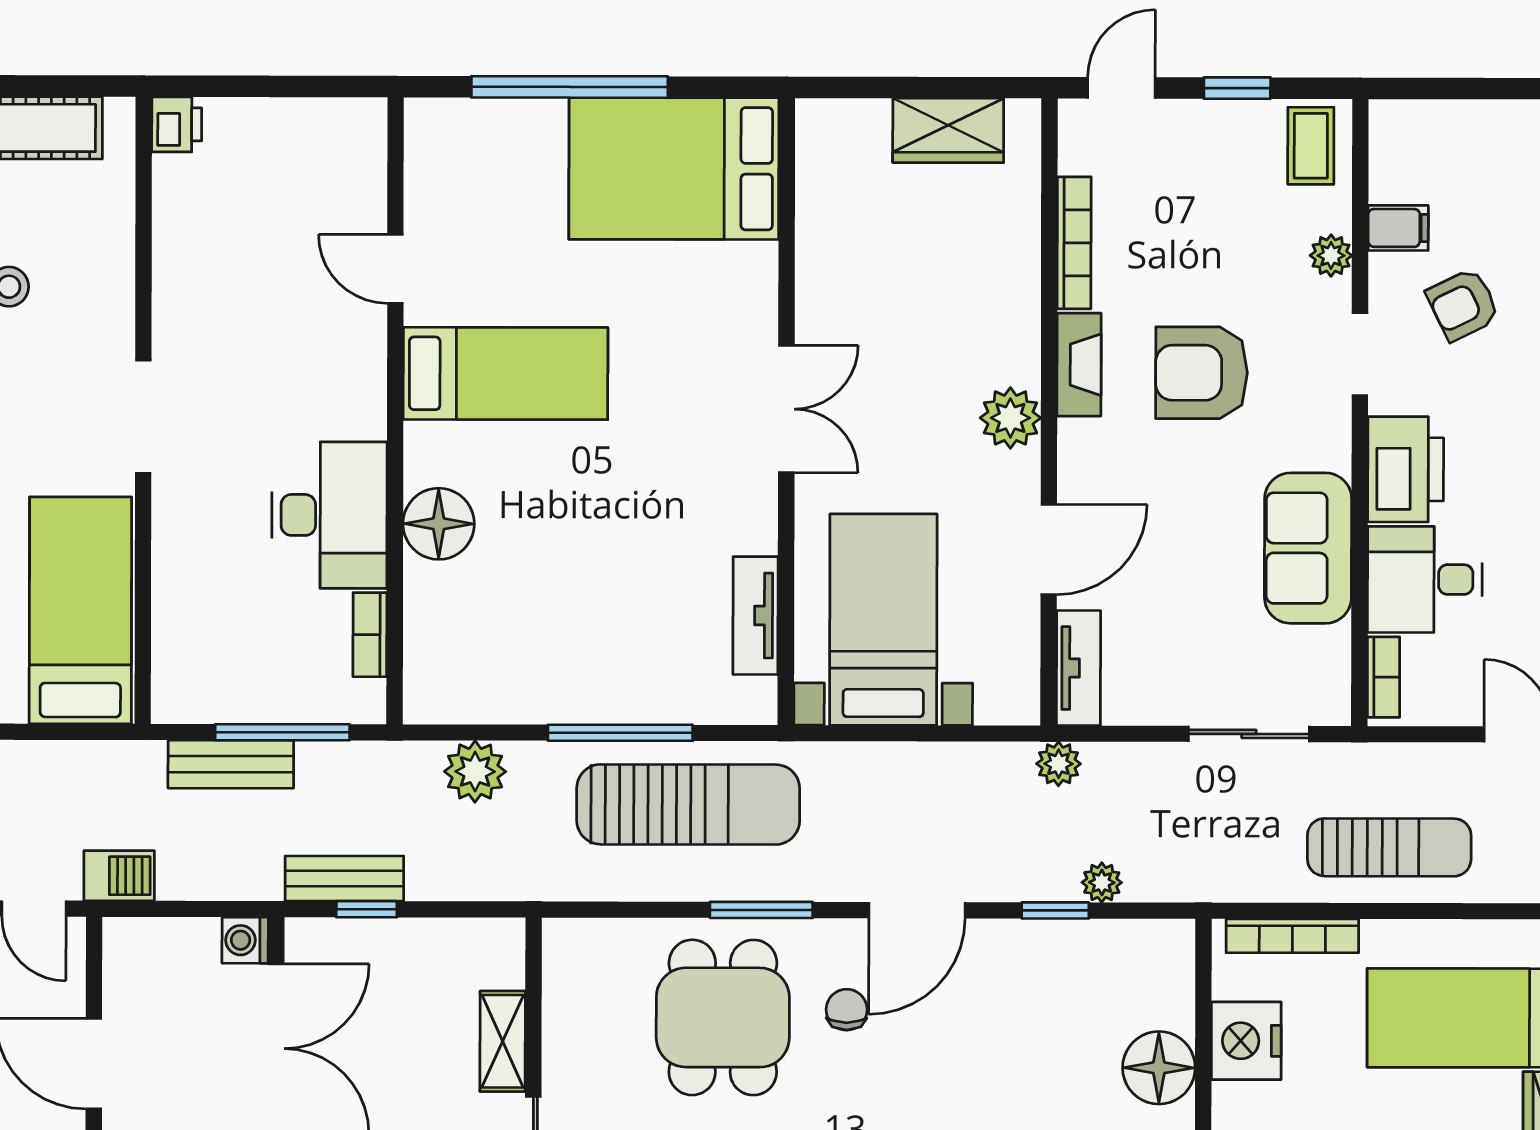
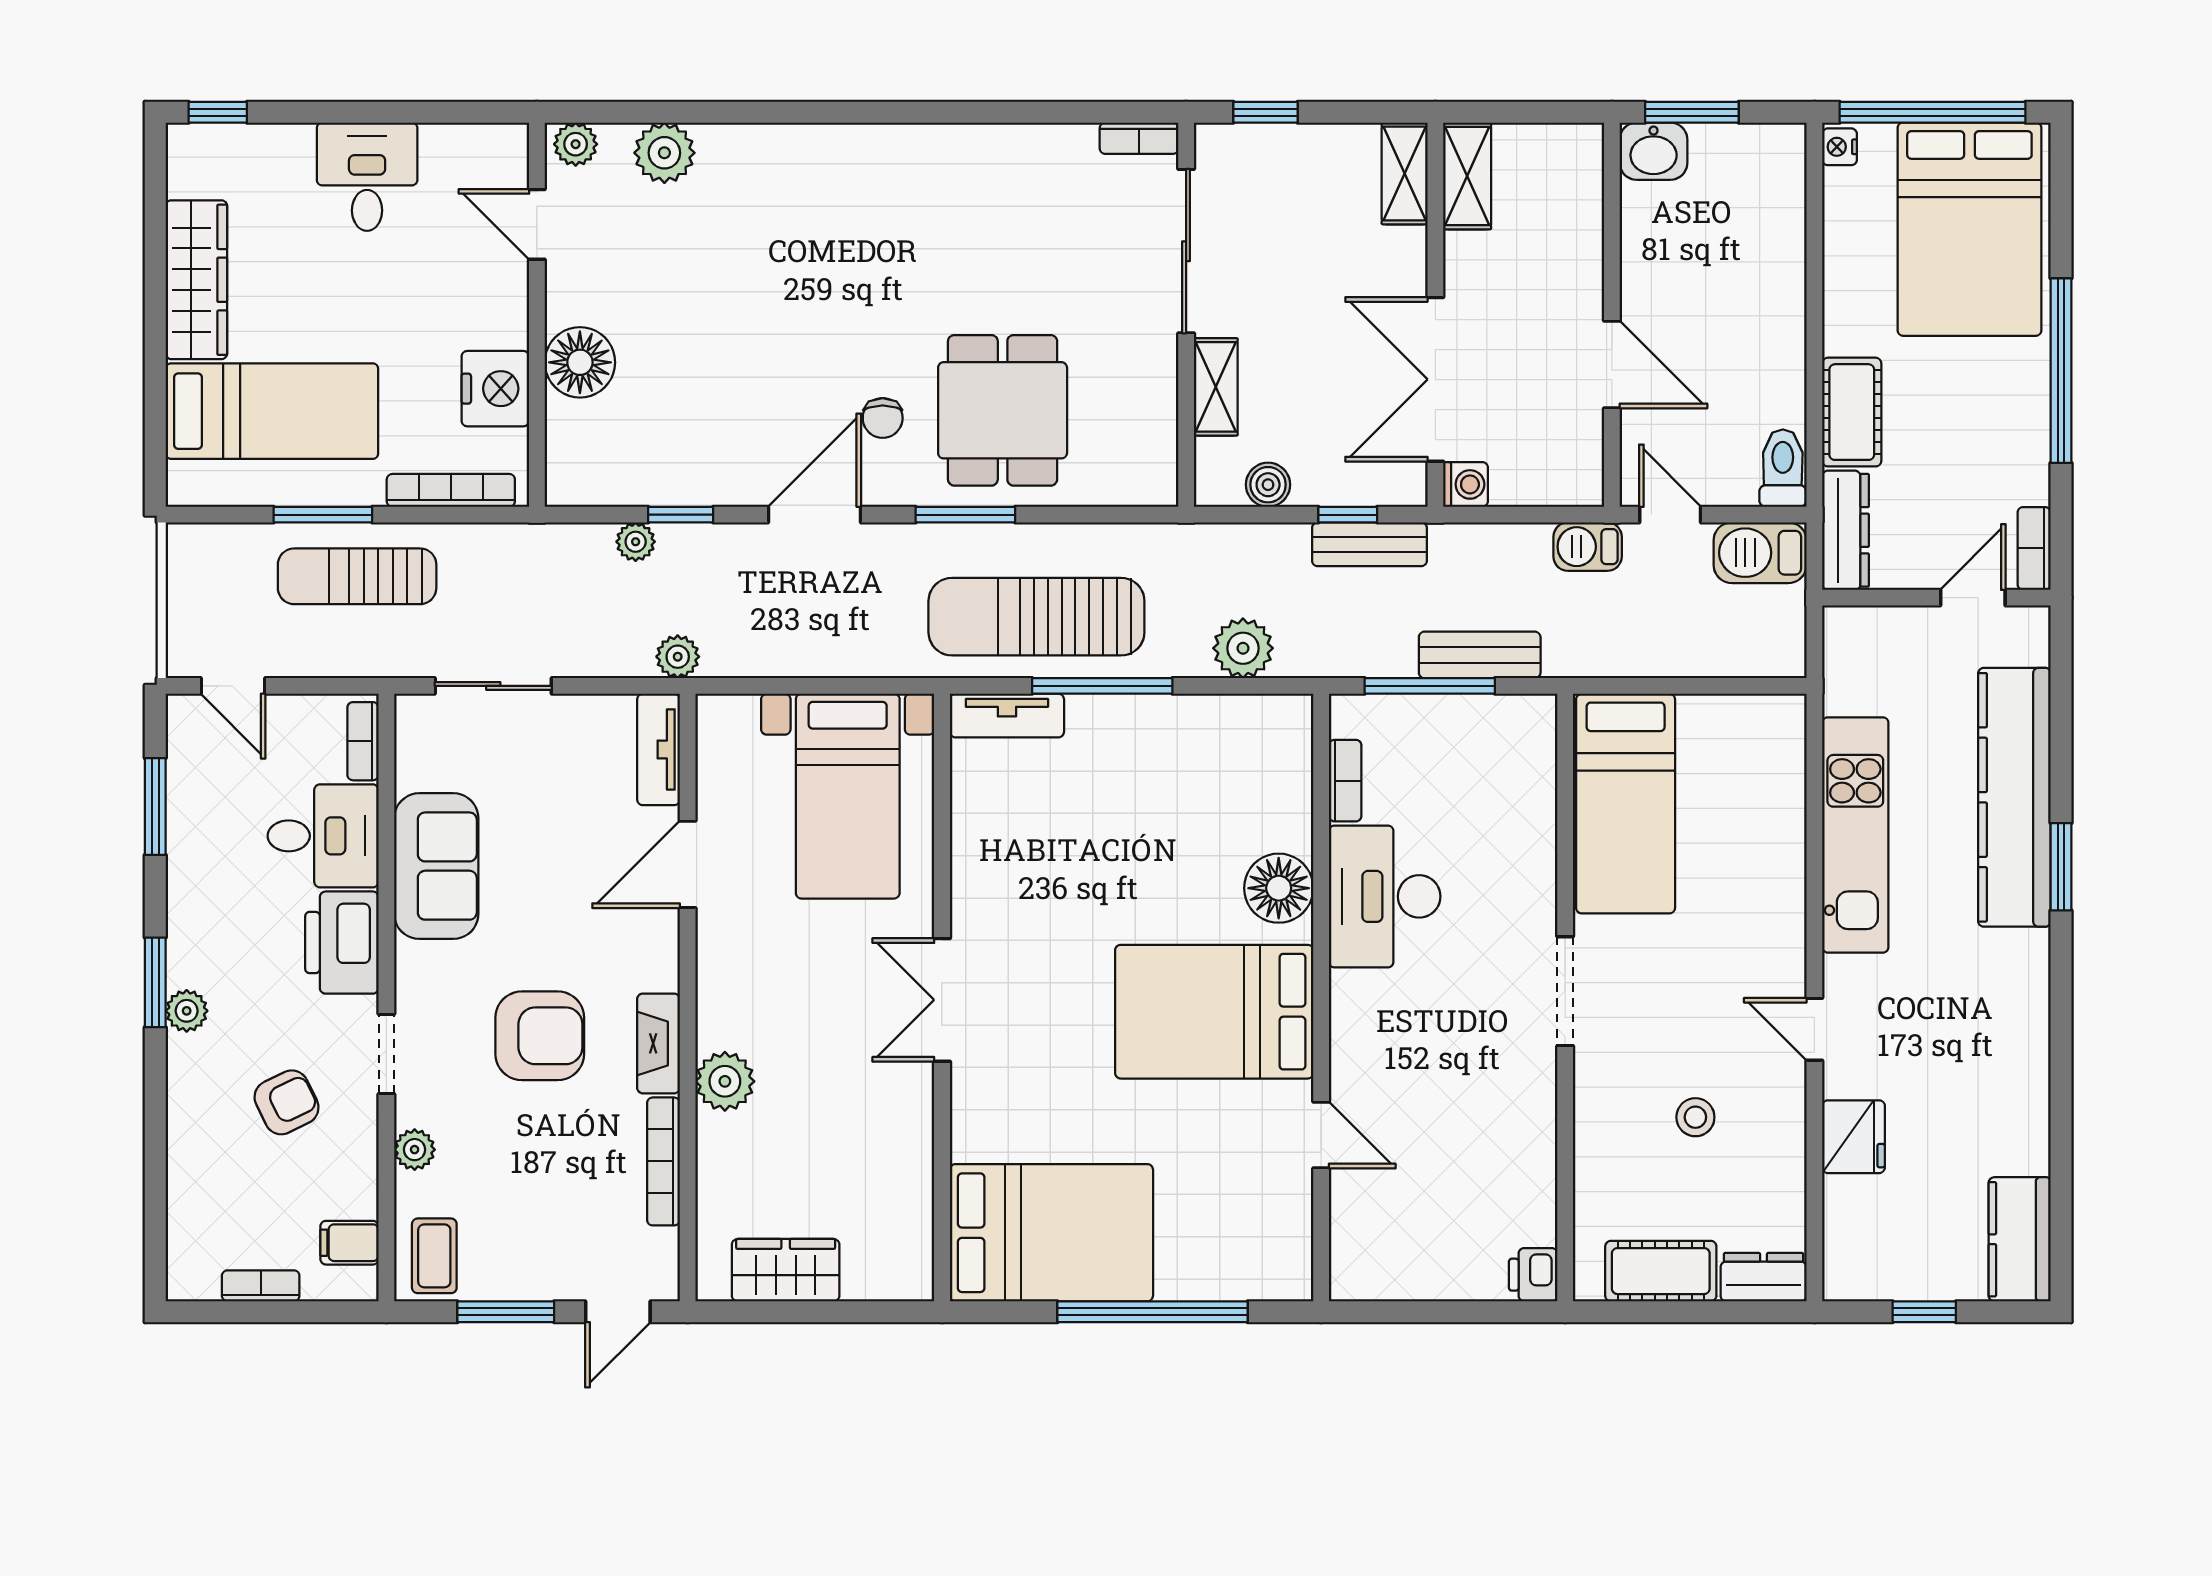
window: (1237, 88) -> (506, 1312), width x1.50
bookcase: (1490, 115) -> (261, 1286), added
filing cabinet: (1398, 228) -> (349, 1243), moved
bed: (505, 373) -> (1214, 1012), width x1.50
plant: (1010, 418) -> (725, 1081), moved
tv unit: (755, 616) -> (1007, 716), moved, turned 90
window: (1425, 911) -> (323, 515), added
boiler: (449, 940) -> (1268, 485), added

